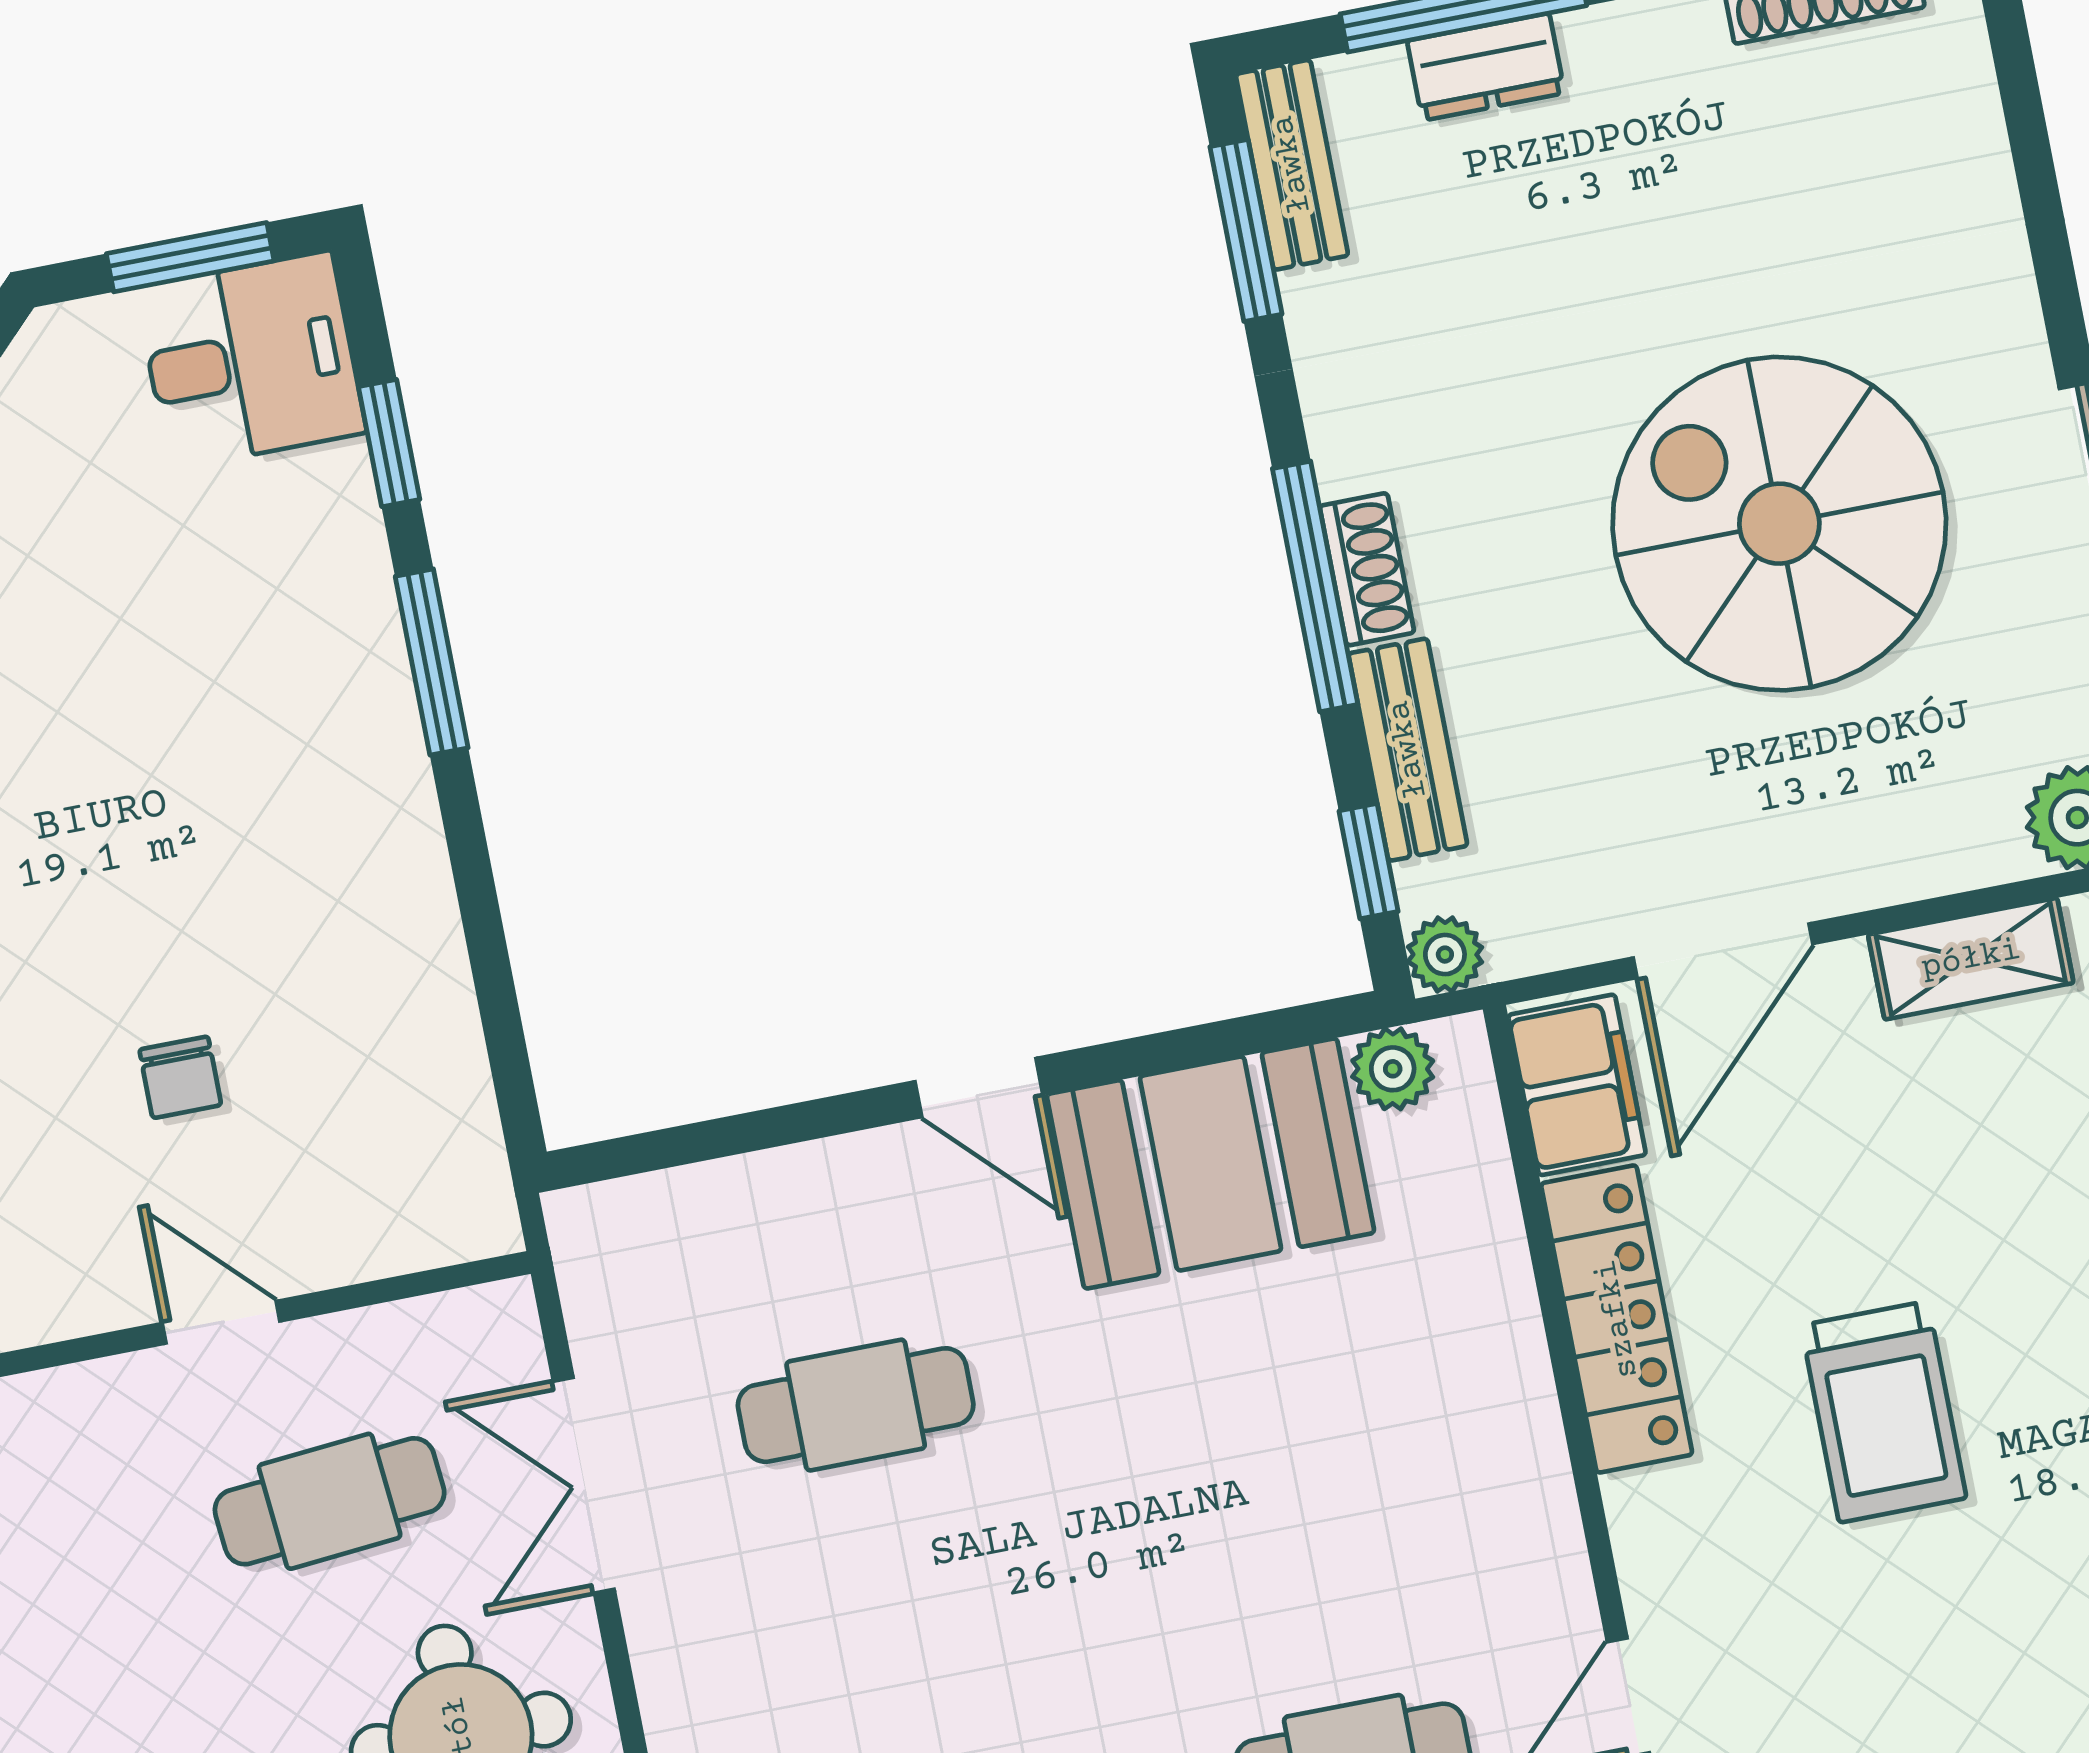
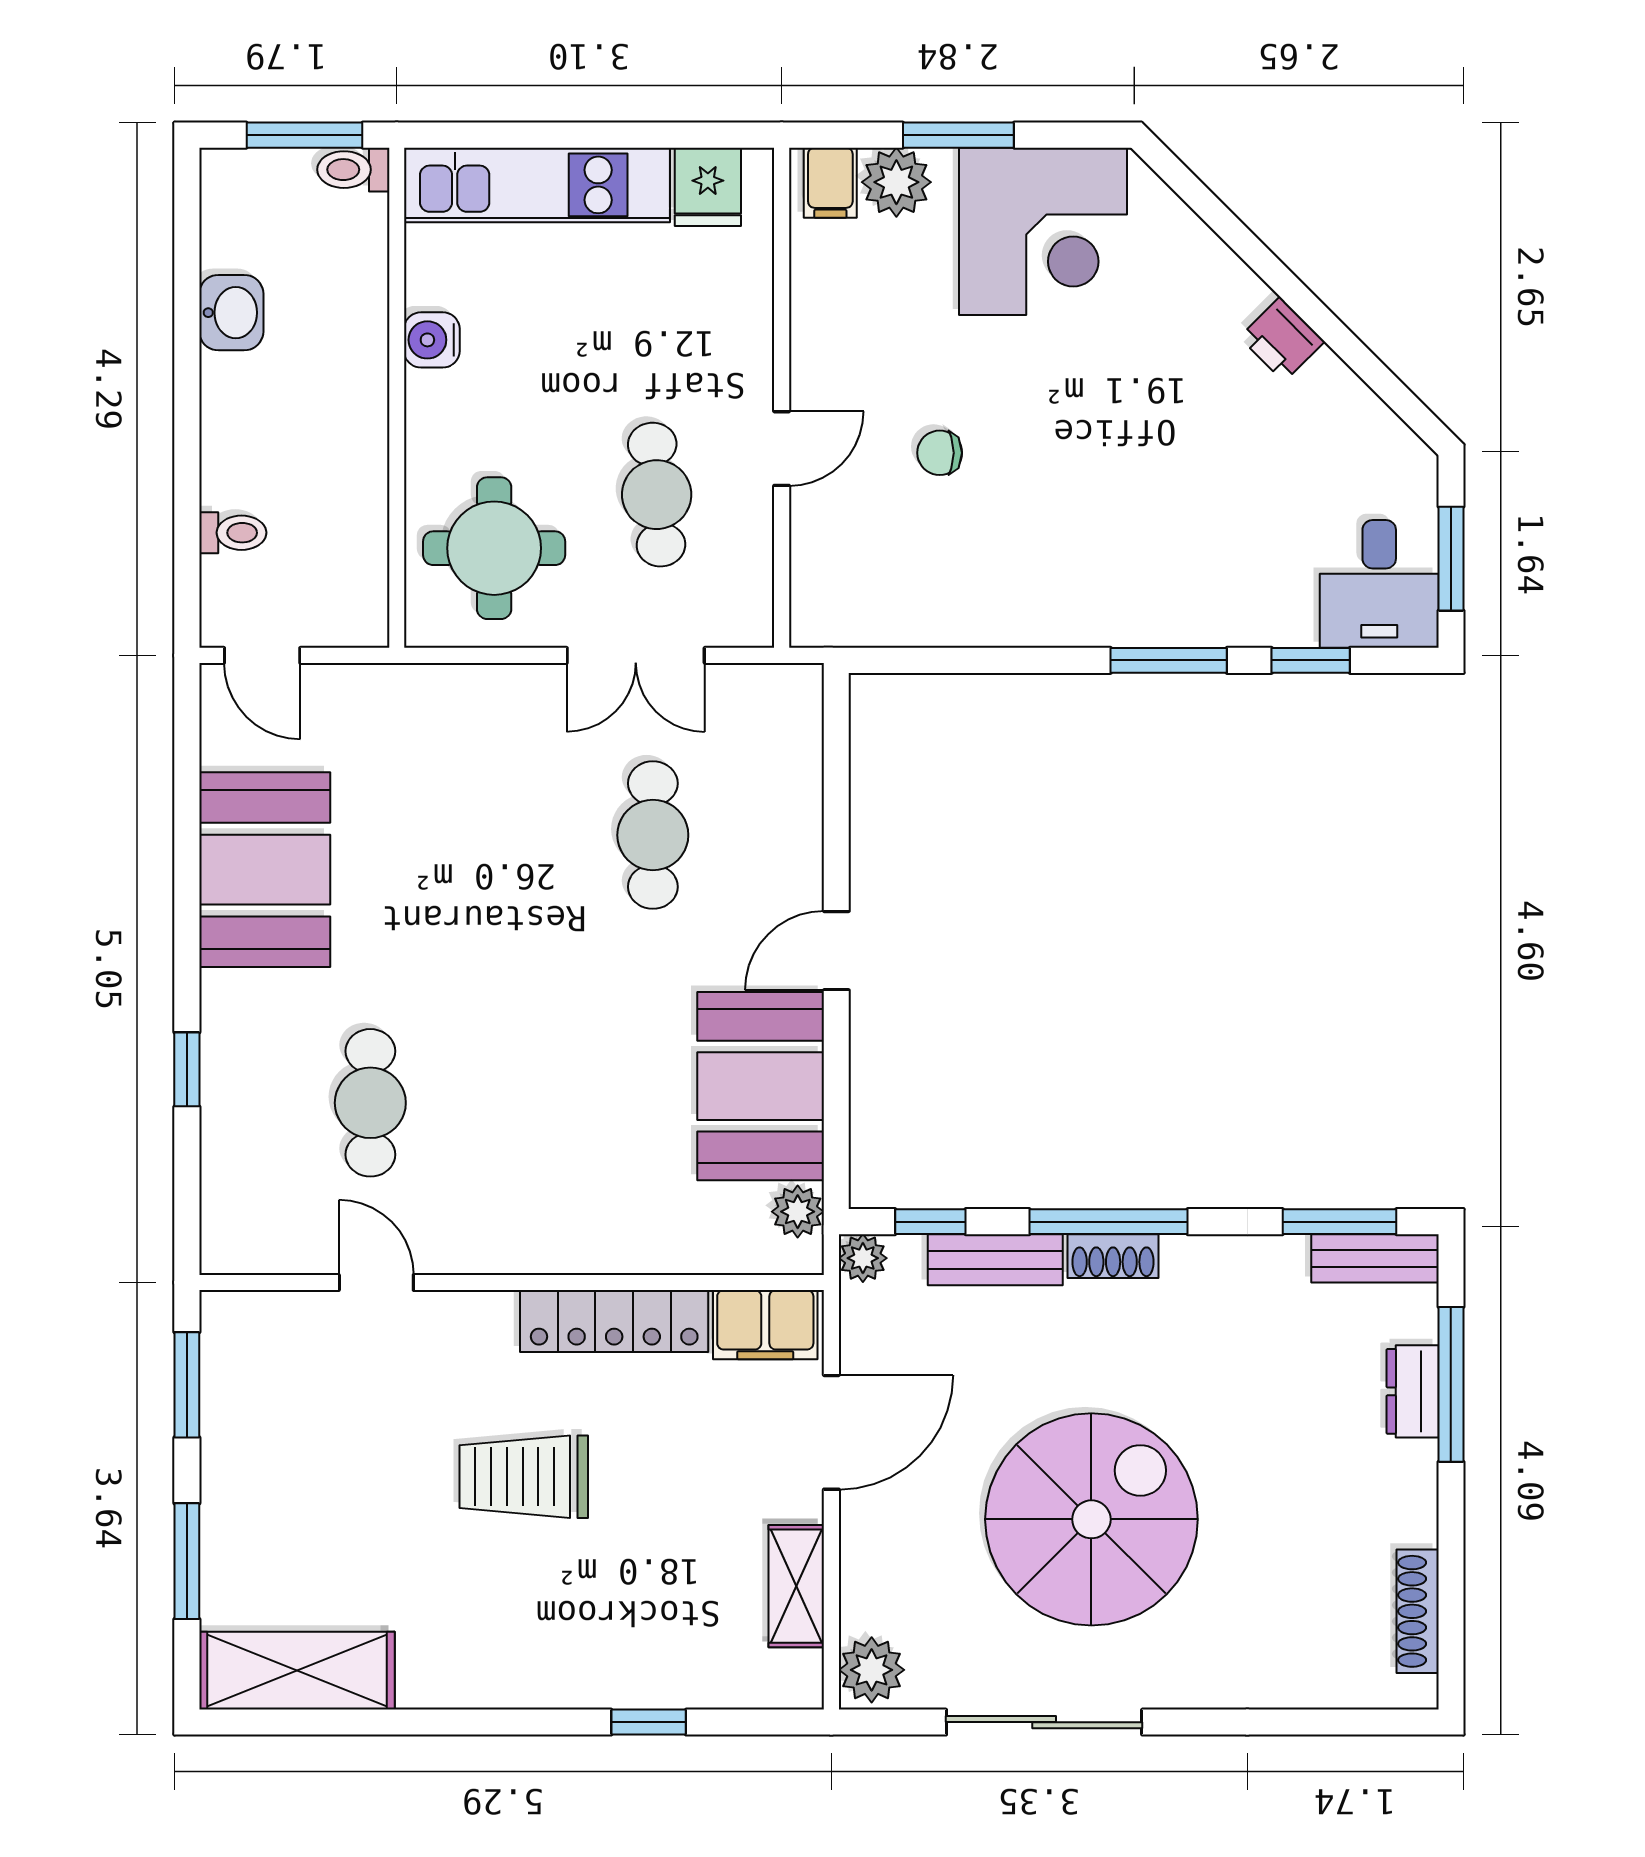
door: (1723, 951) -> (831, 1432), swing flipped
double door: (584, 1485) -> (636, 655), swing flipped

